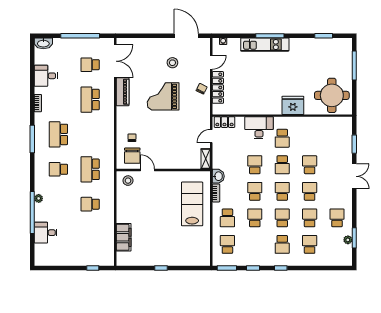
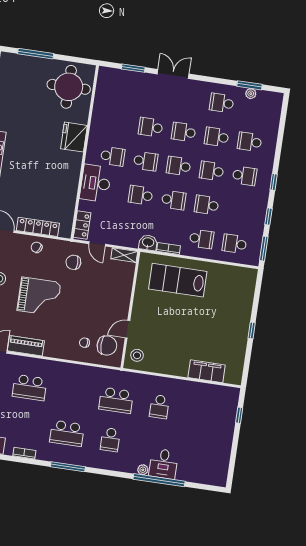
grand piano: (163, 96) -> (39, 296), turned -90
chair: (194, 120) -> (73, 262), added
school desk: (255, 191) -> (174, 200), turned 180
desk: (46, 233) -> (163, 464), moved

